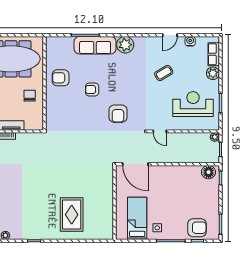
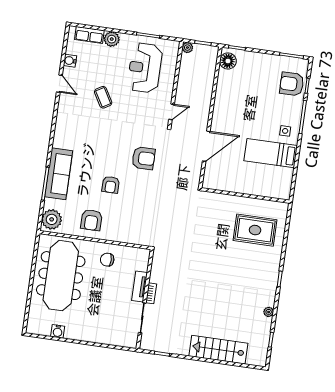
plant: (125, 45) -> (52, 219), moved
wall: (114, 202) -> (245, 195), moved
armchair: (197, 228) -> (292, 84), turned -90

